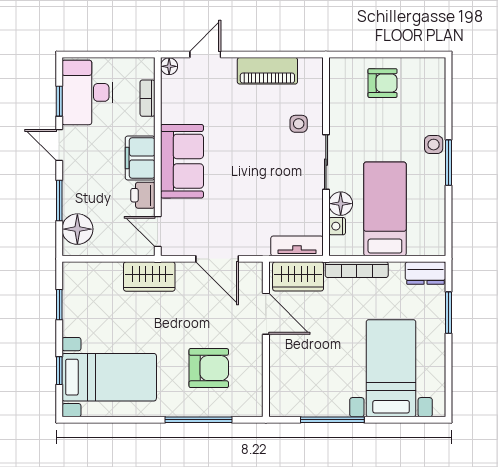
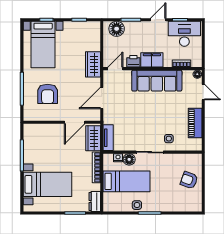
armchair: (382, 83) -> (189, 180), turned 110
side table: (434, 145) -> (137, 205), moved
sofa: (182, 161) -> (157, 81), width x1.36

